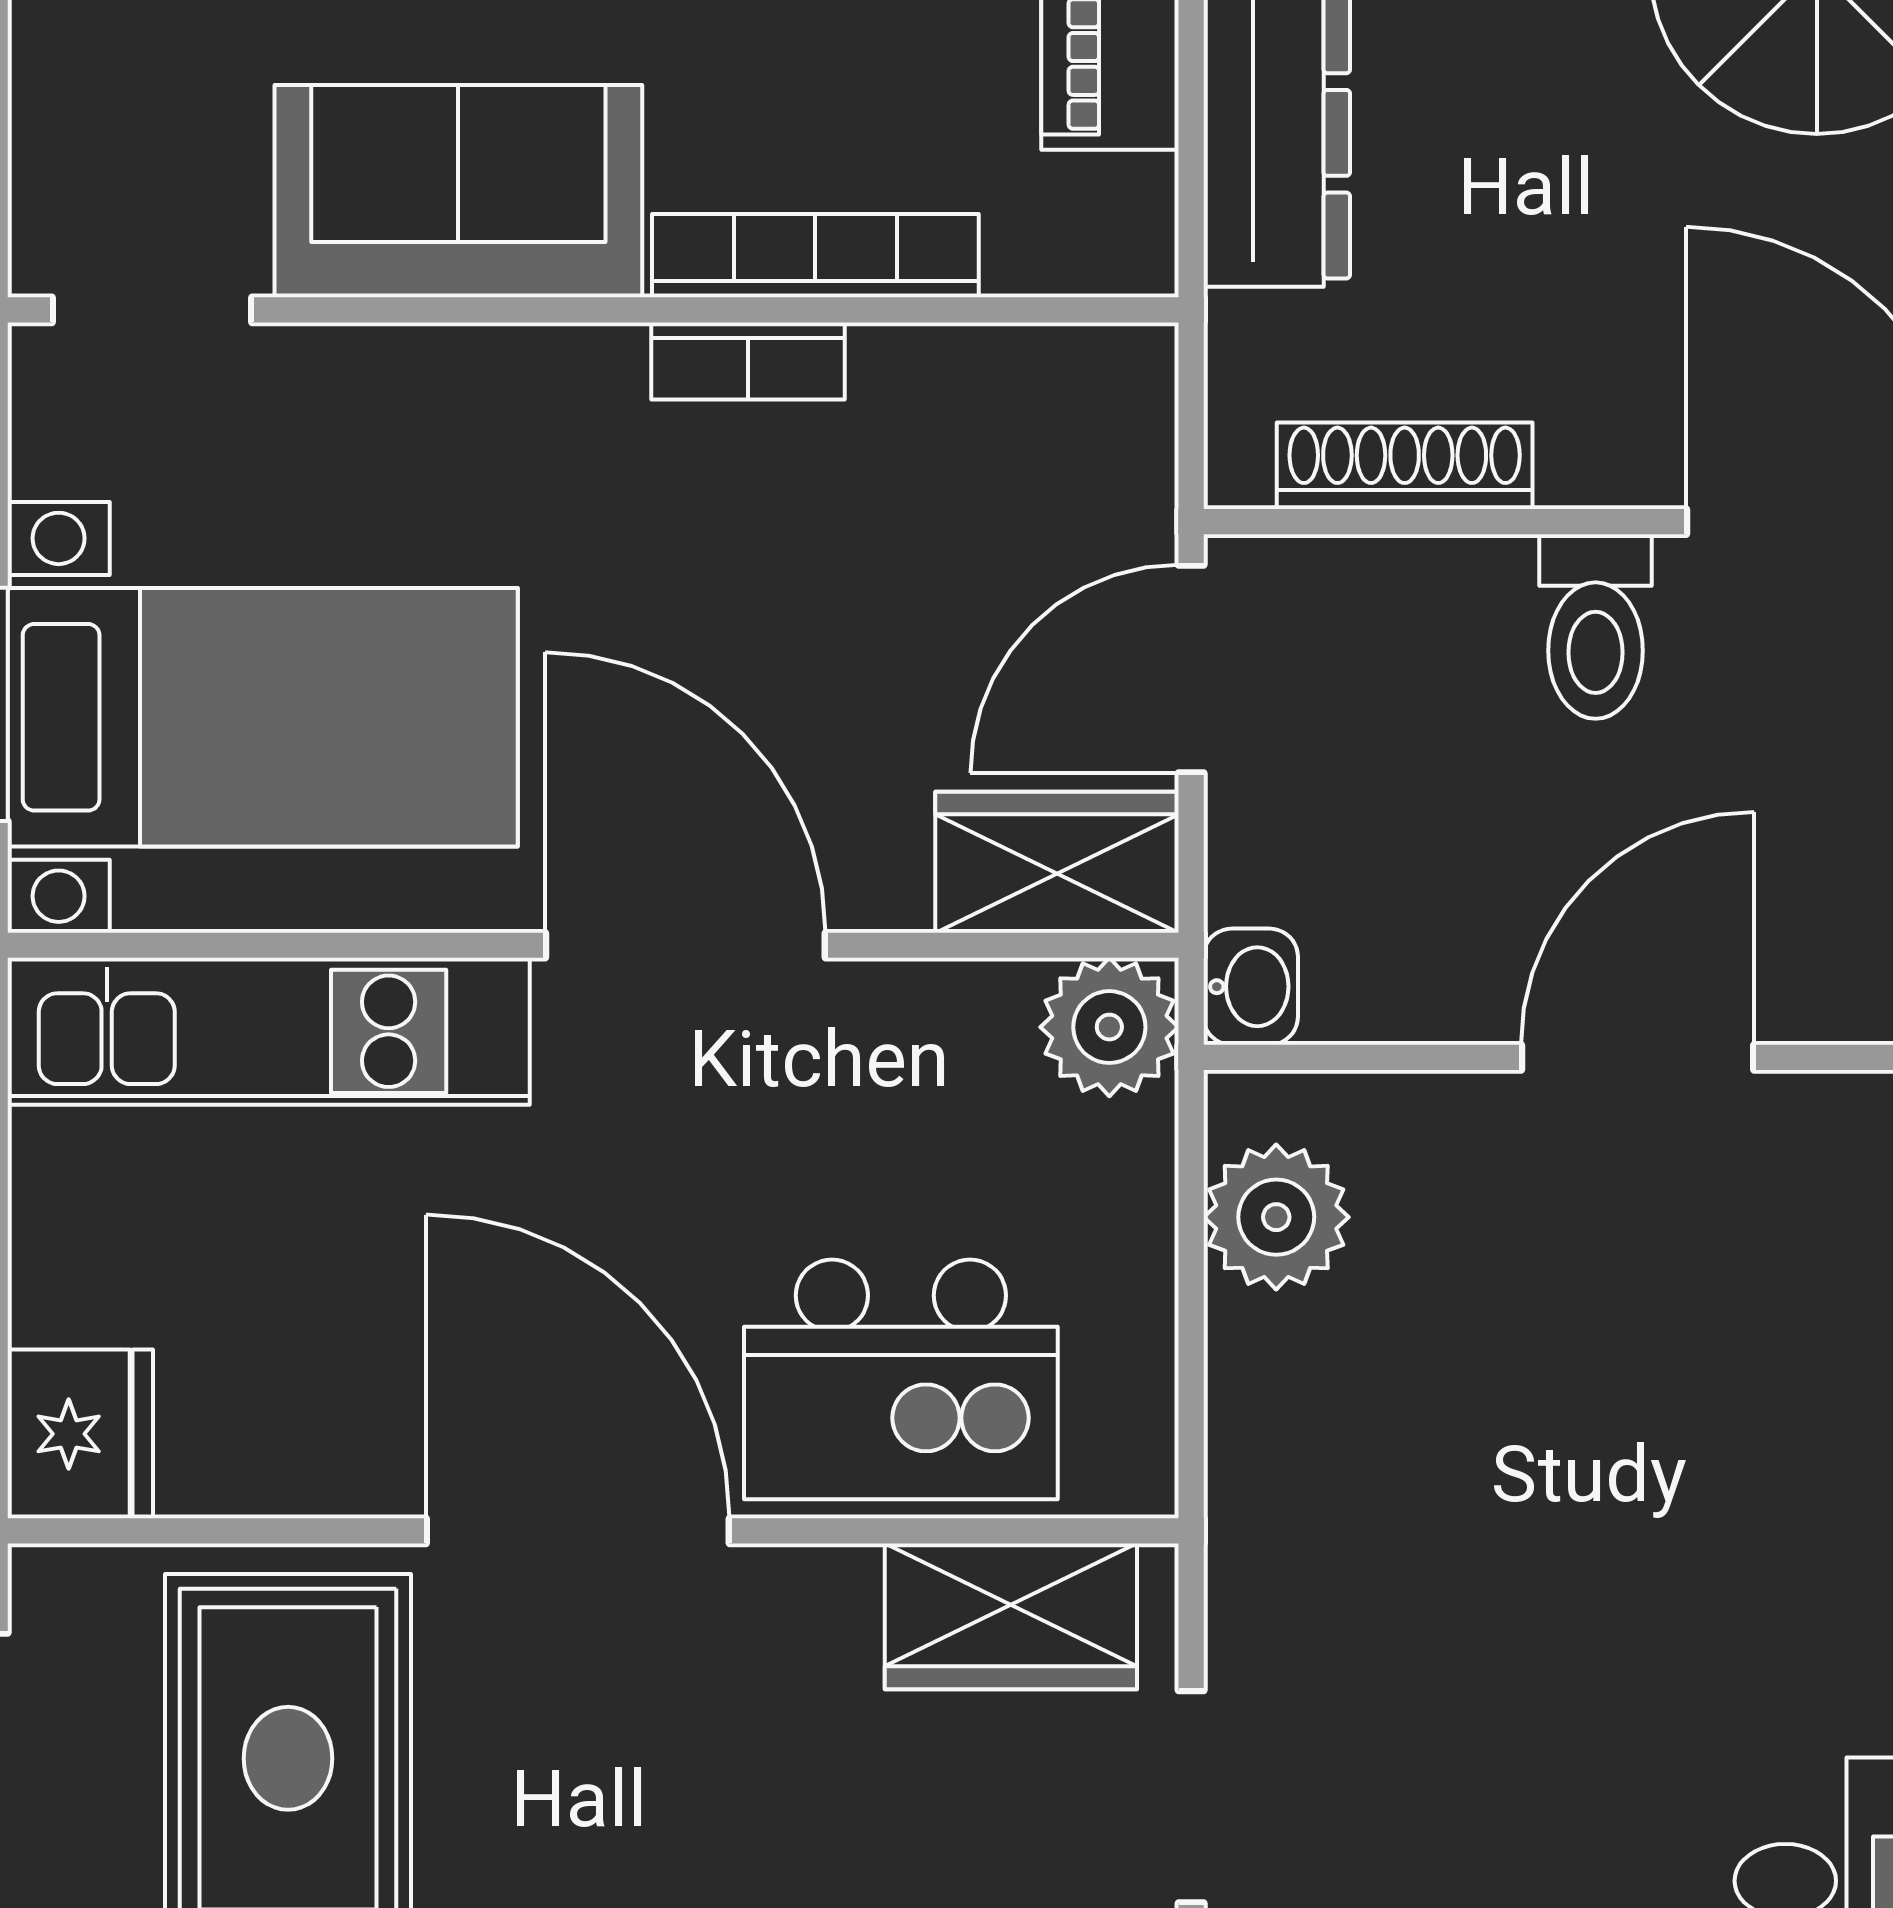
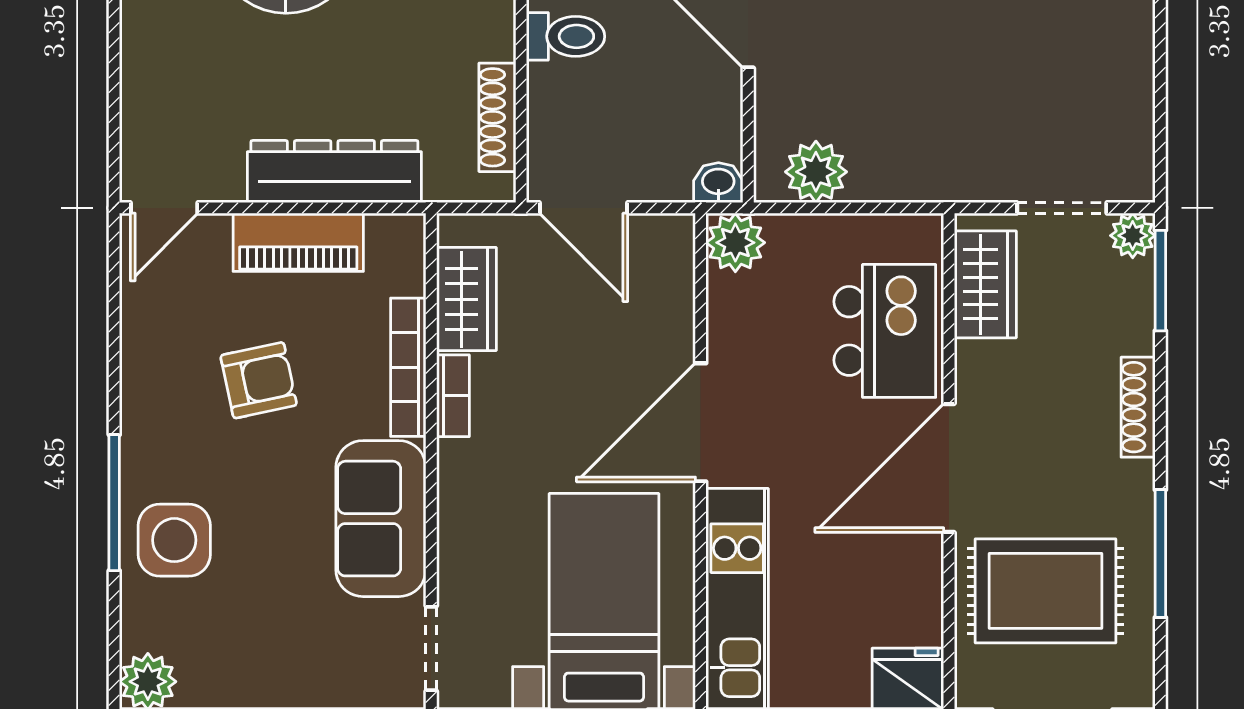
wardrobe: (1057, 862) -> (466, 299), moved, turned 180

